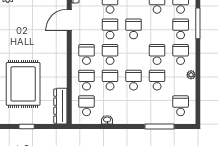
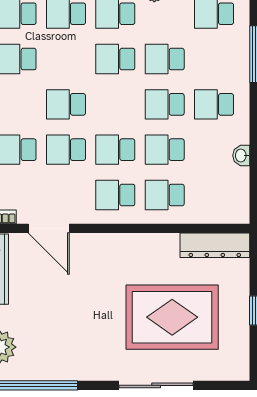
school desk: (87, 106) -> (214, 104), moved

